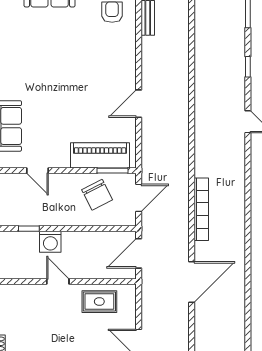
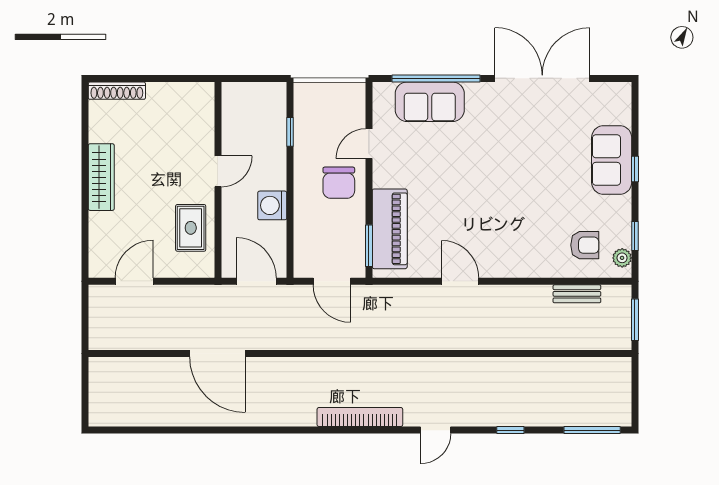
chair: (97, 195) -> (339, 183), moved, turned -63
bookcase: (201, 209) -> (360, 417), moved, turned 180
washing machine: (50, 242) -> (272, 205), moved

